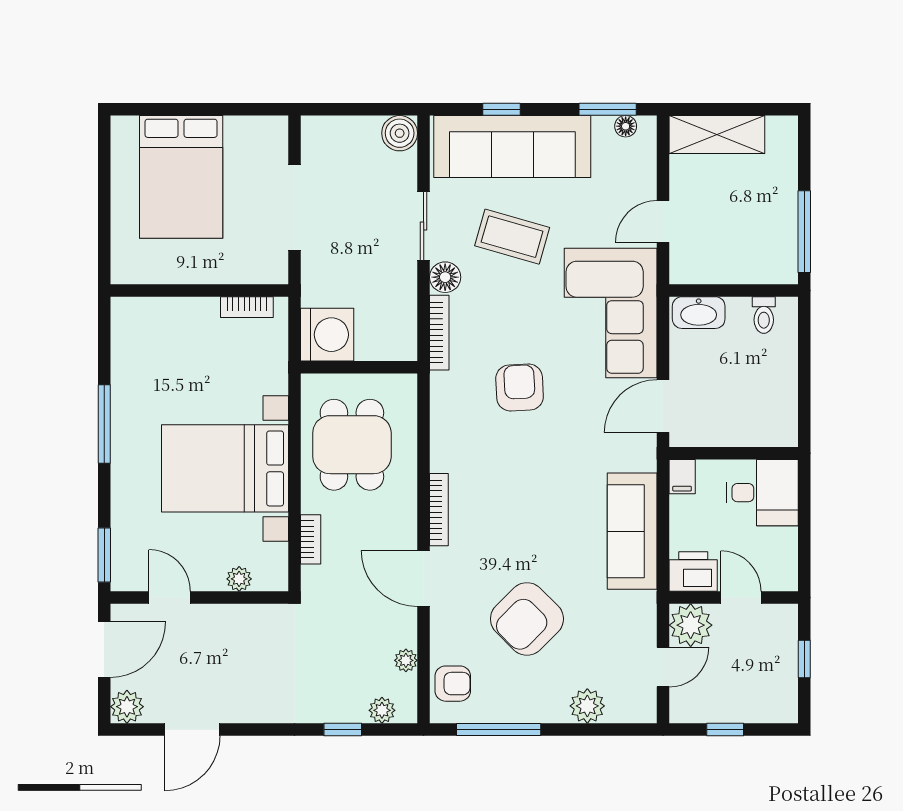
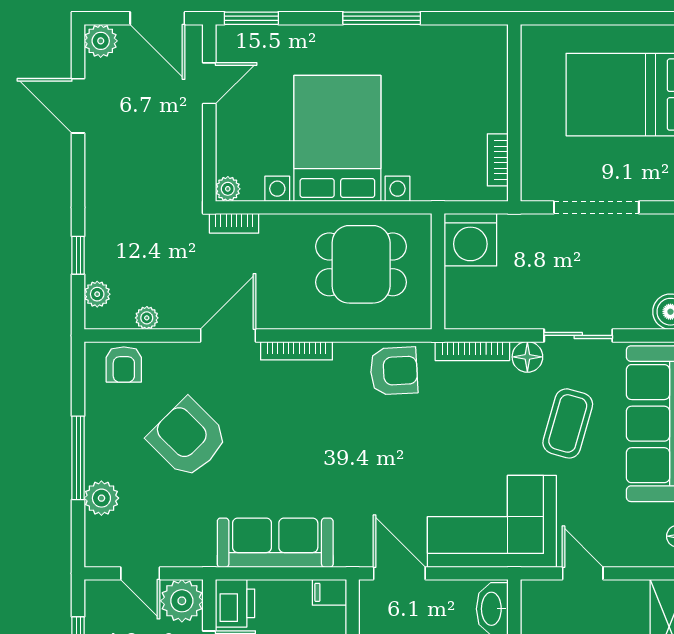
armchair: (520, 387) -> (394, 371), moved
bookcase: (311, 539) -> (234, 223), moved
plant: (239, 579) -> (228, 189), moved
window: (499, 730) -> (78, 458), moved

